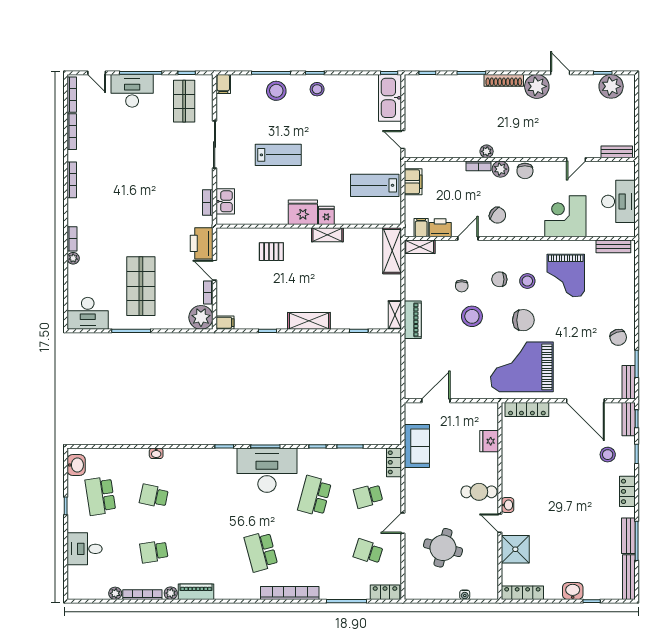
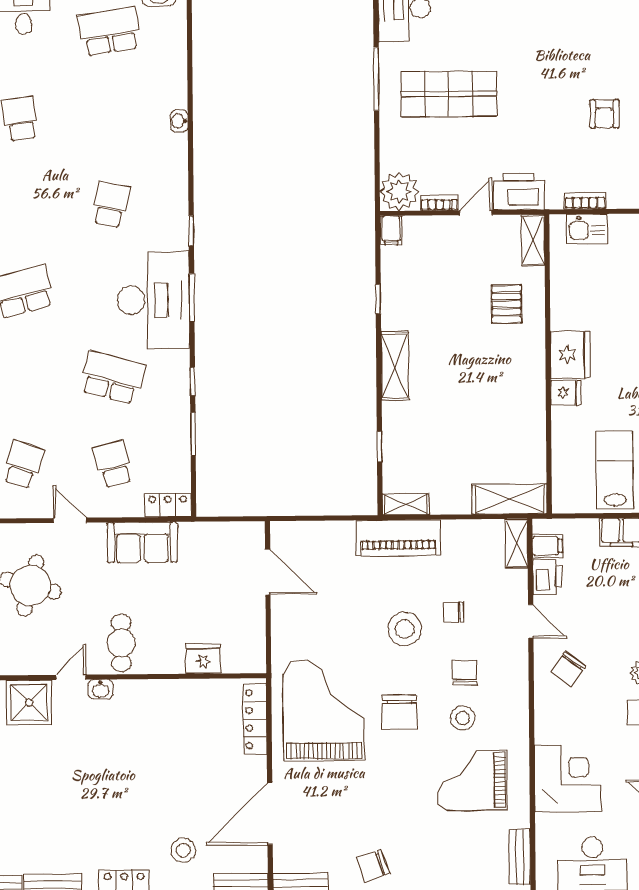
armchair: (154, 190) -> (604, 114), added
shelving: (327, 235) -> (533, 240), moved
piano: (413, 320) -> (398, 538), width x1.37, depth x1.33
sofa: (417, 446) -> (142, 542), moved
school desk: (154, 496) -> (111, 204), moved

